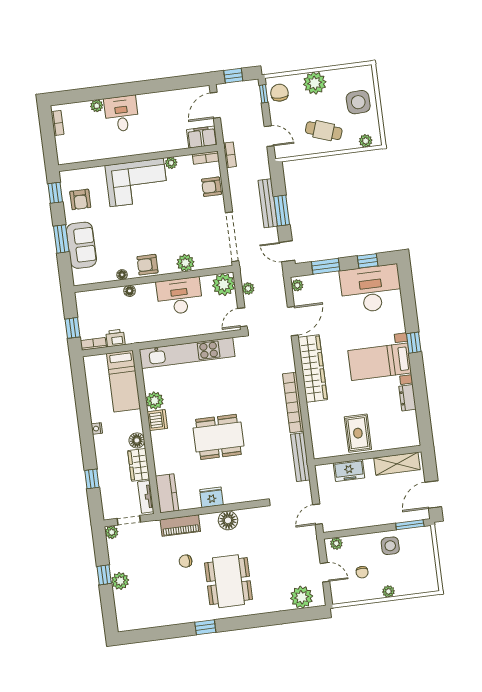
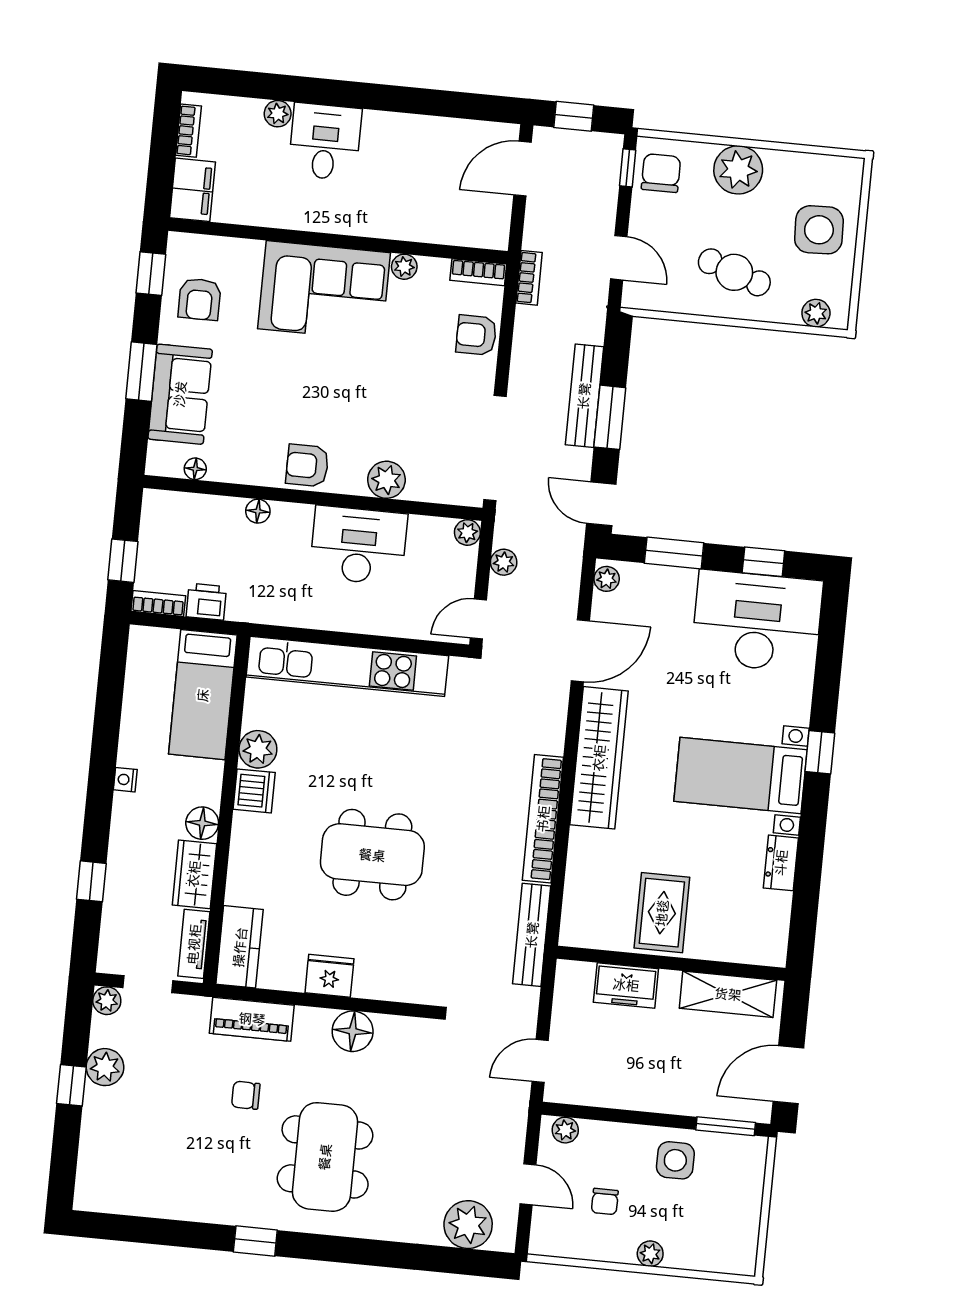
filing cabinet: (202, 137) -> (192, 190), moved, turned 90
floor lamp: (122, 275) -> (195, 469), moved
plant: (224, 285) -> (467, 532), width x0.53, depth x0.53
plant: (120, 581) -> (105, 1067), moved

